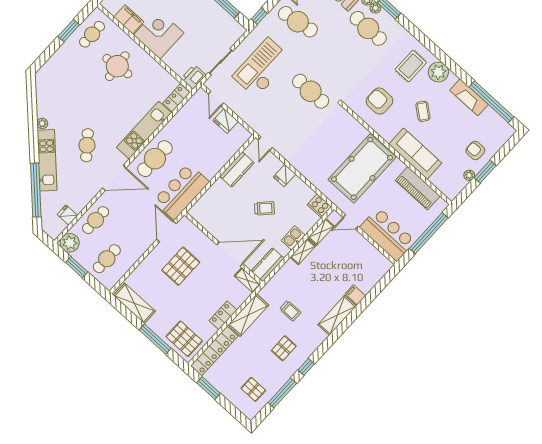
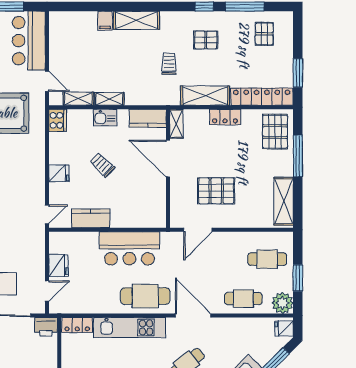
bar counter: (181, 191) -> (129, 248), moved
fridge: (67, 215) -> (284, 328), moved, turned 90

